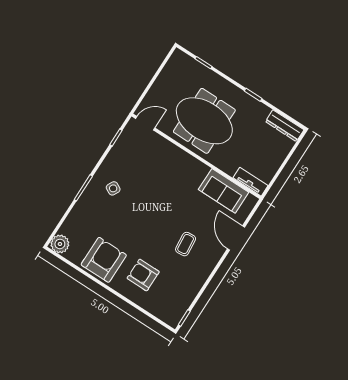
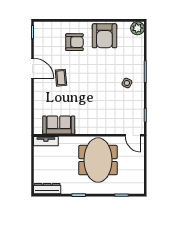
meeting table: (204, 121) -> (98, 160), turned 90
door: (145, 123) -> (133, 135), hinge flipped
door: (236, 238) -> (33, 68), moved

